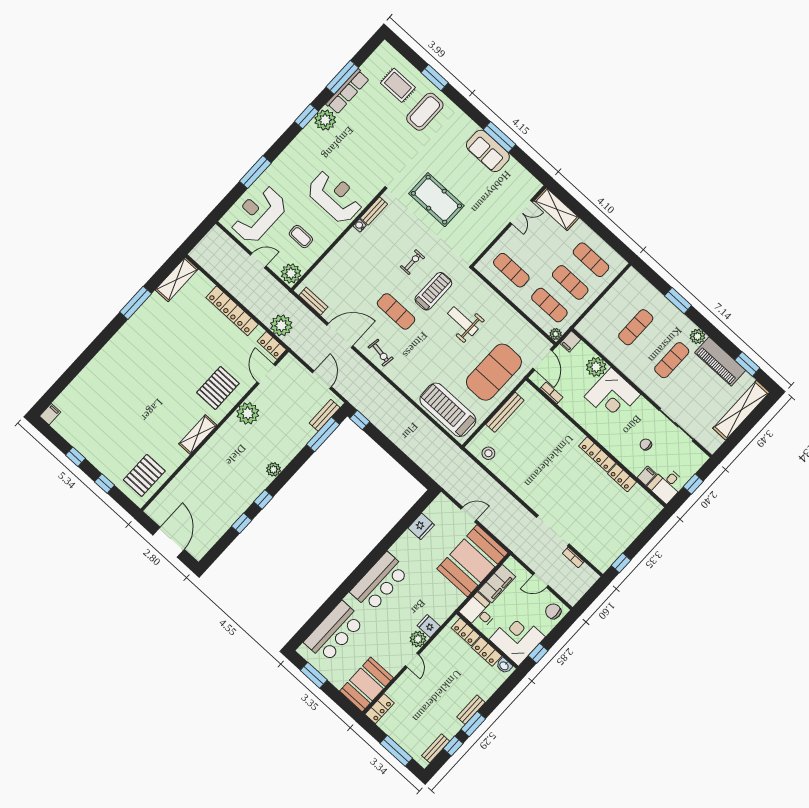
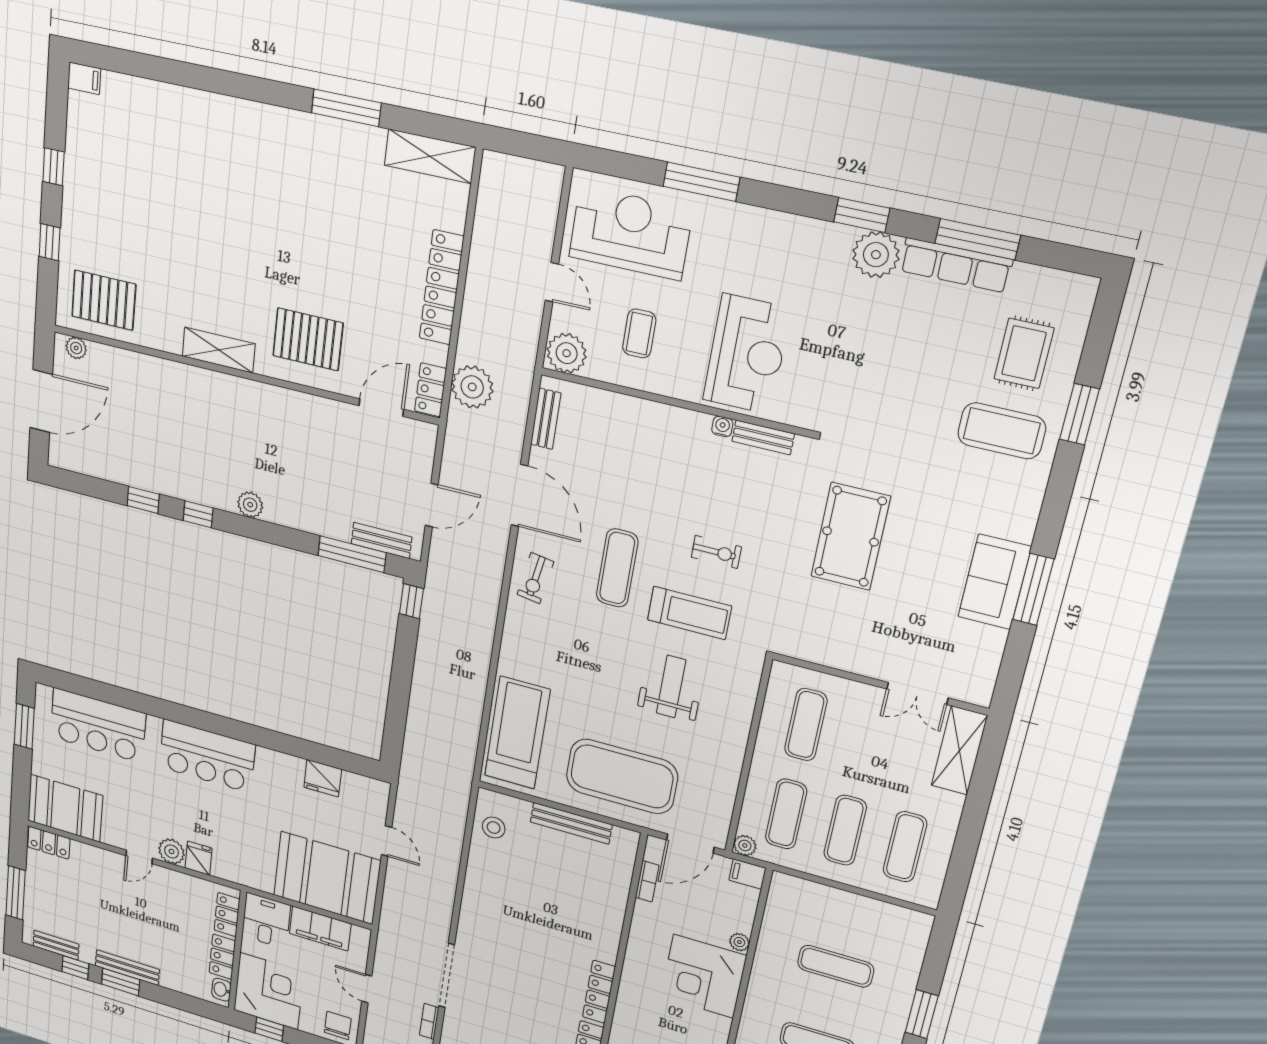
plant: (596, 367) -> (739, 942), width x0.53, depth x0.53
plant: (248, 413) -> (76, 348), moved, width x0.53, depth x0.53
bench: (471, 710) -> (127, 968), width x1.36

